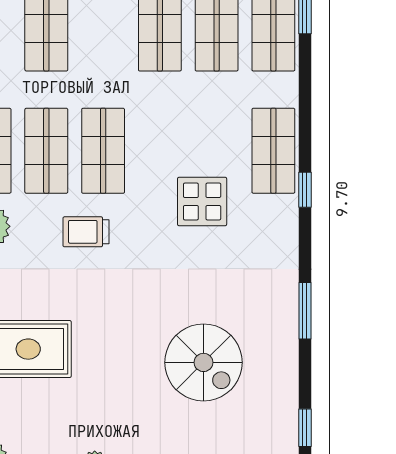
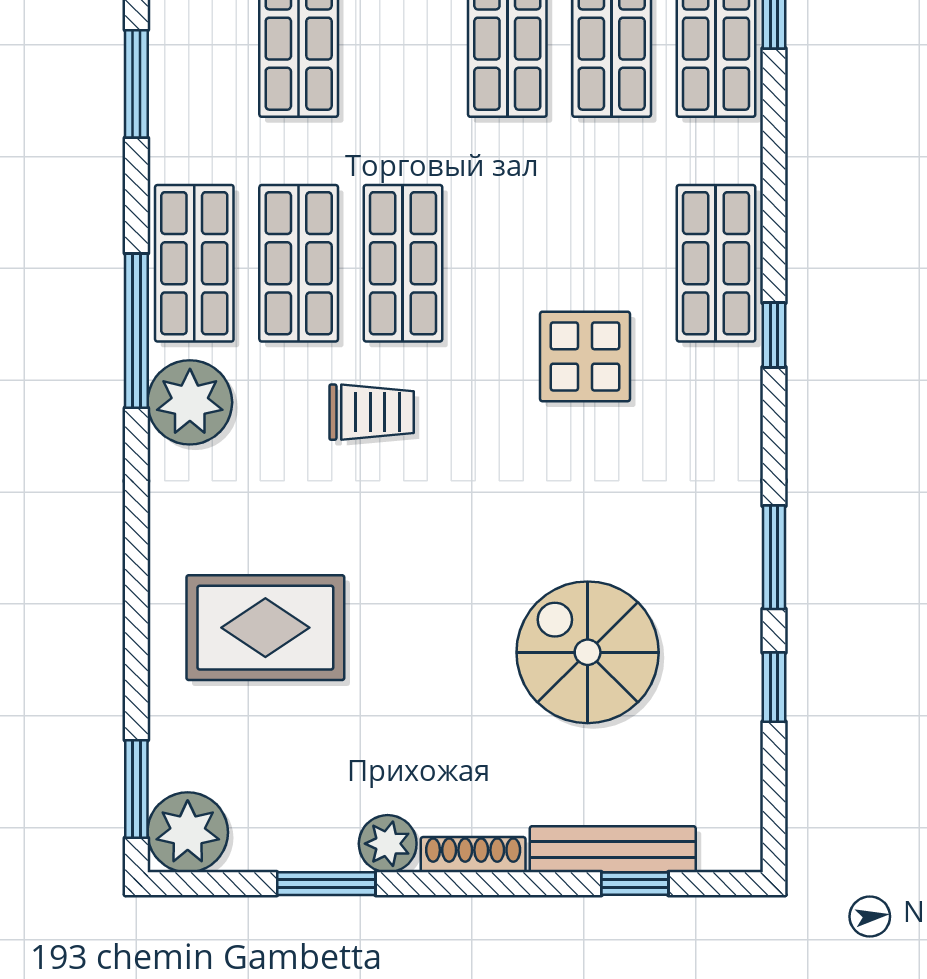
trolley: (86, 232) -> (372, 412), turned 180
spiral stairs: (203, 362) -> (588, 652), turned 180
window: (305, 428) -> (774, 687), moved

